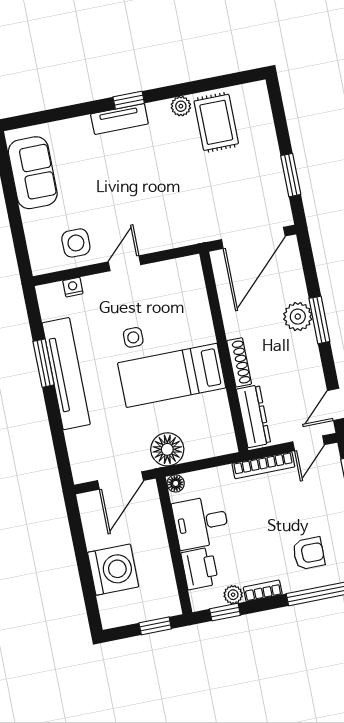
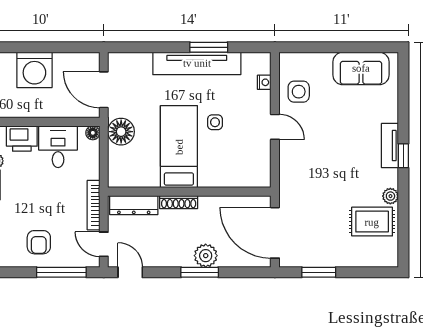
armchair: (309, 553) -> (39, 242), moved

